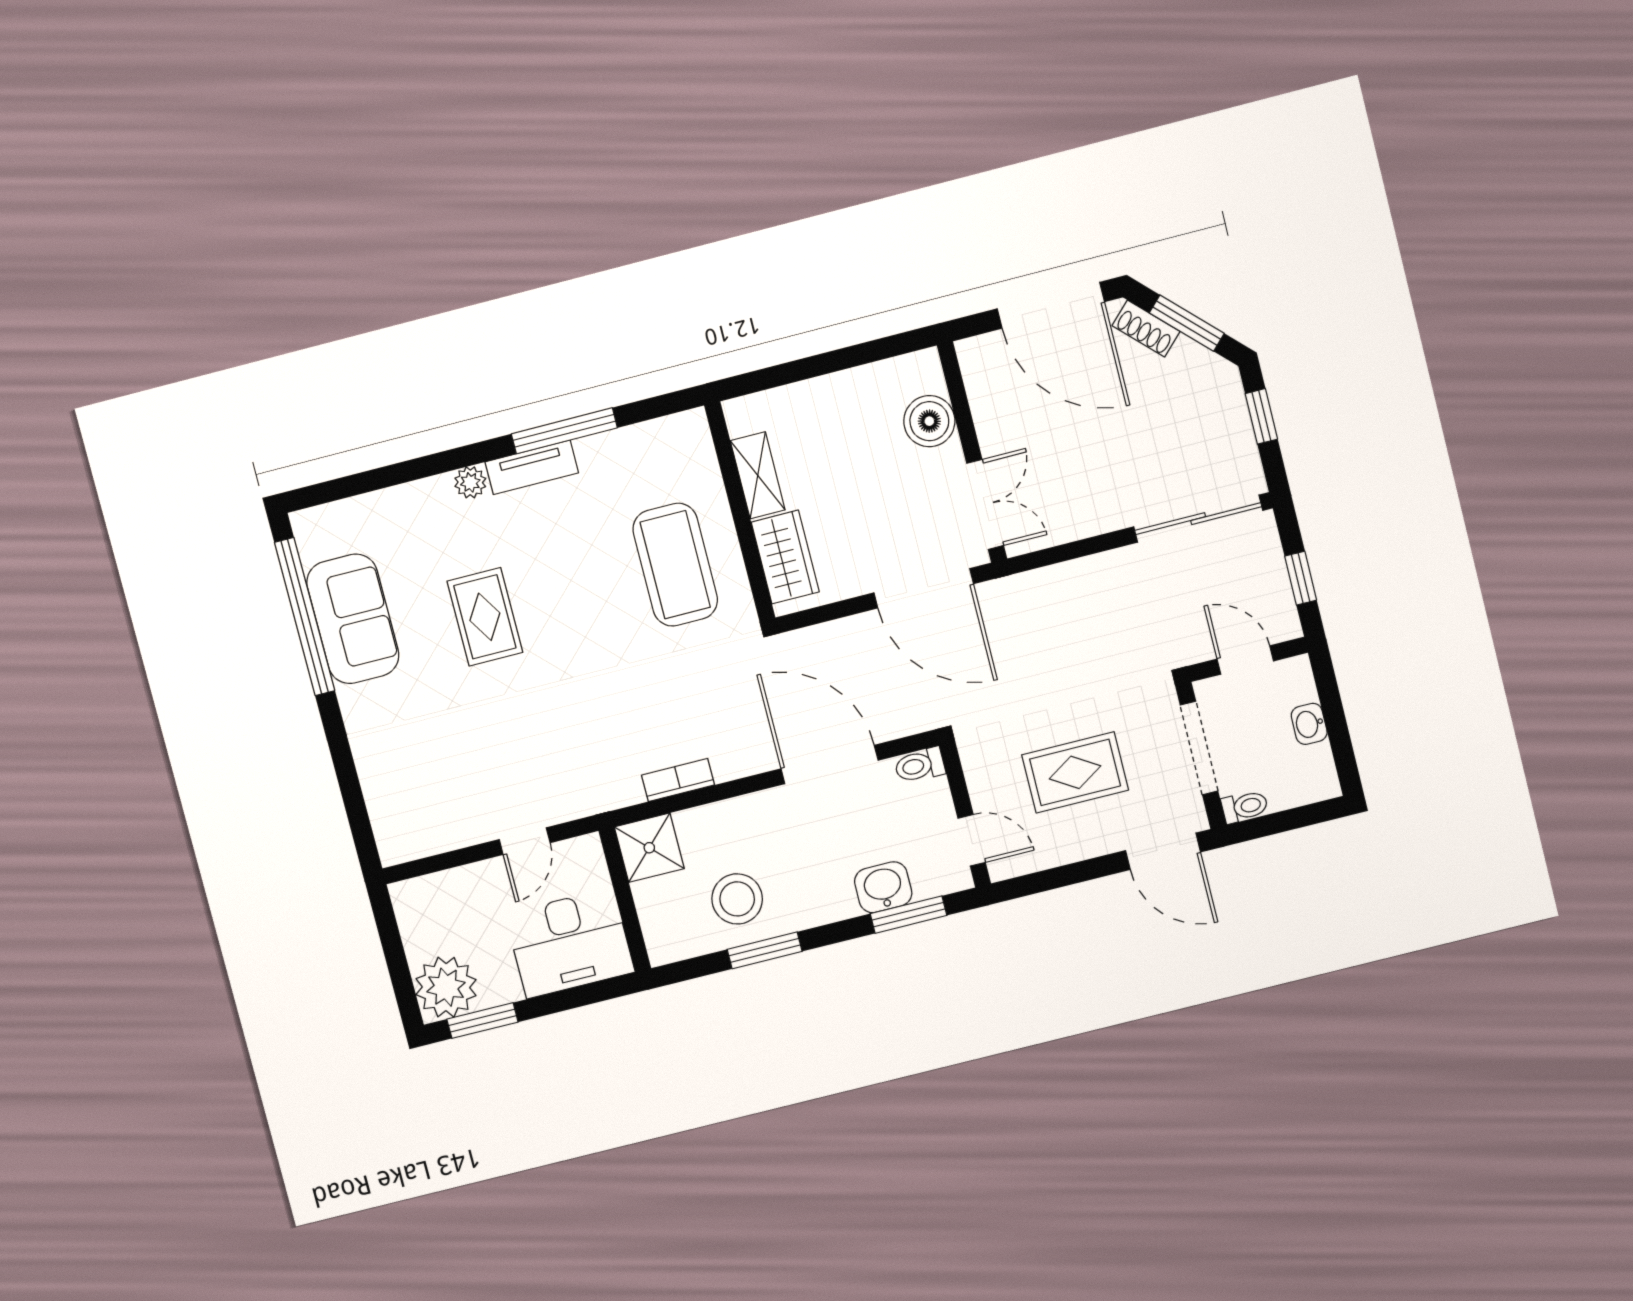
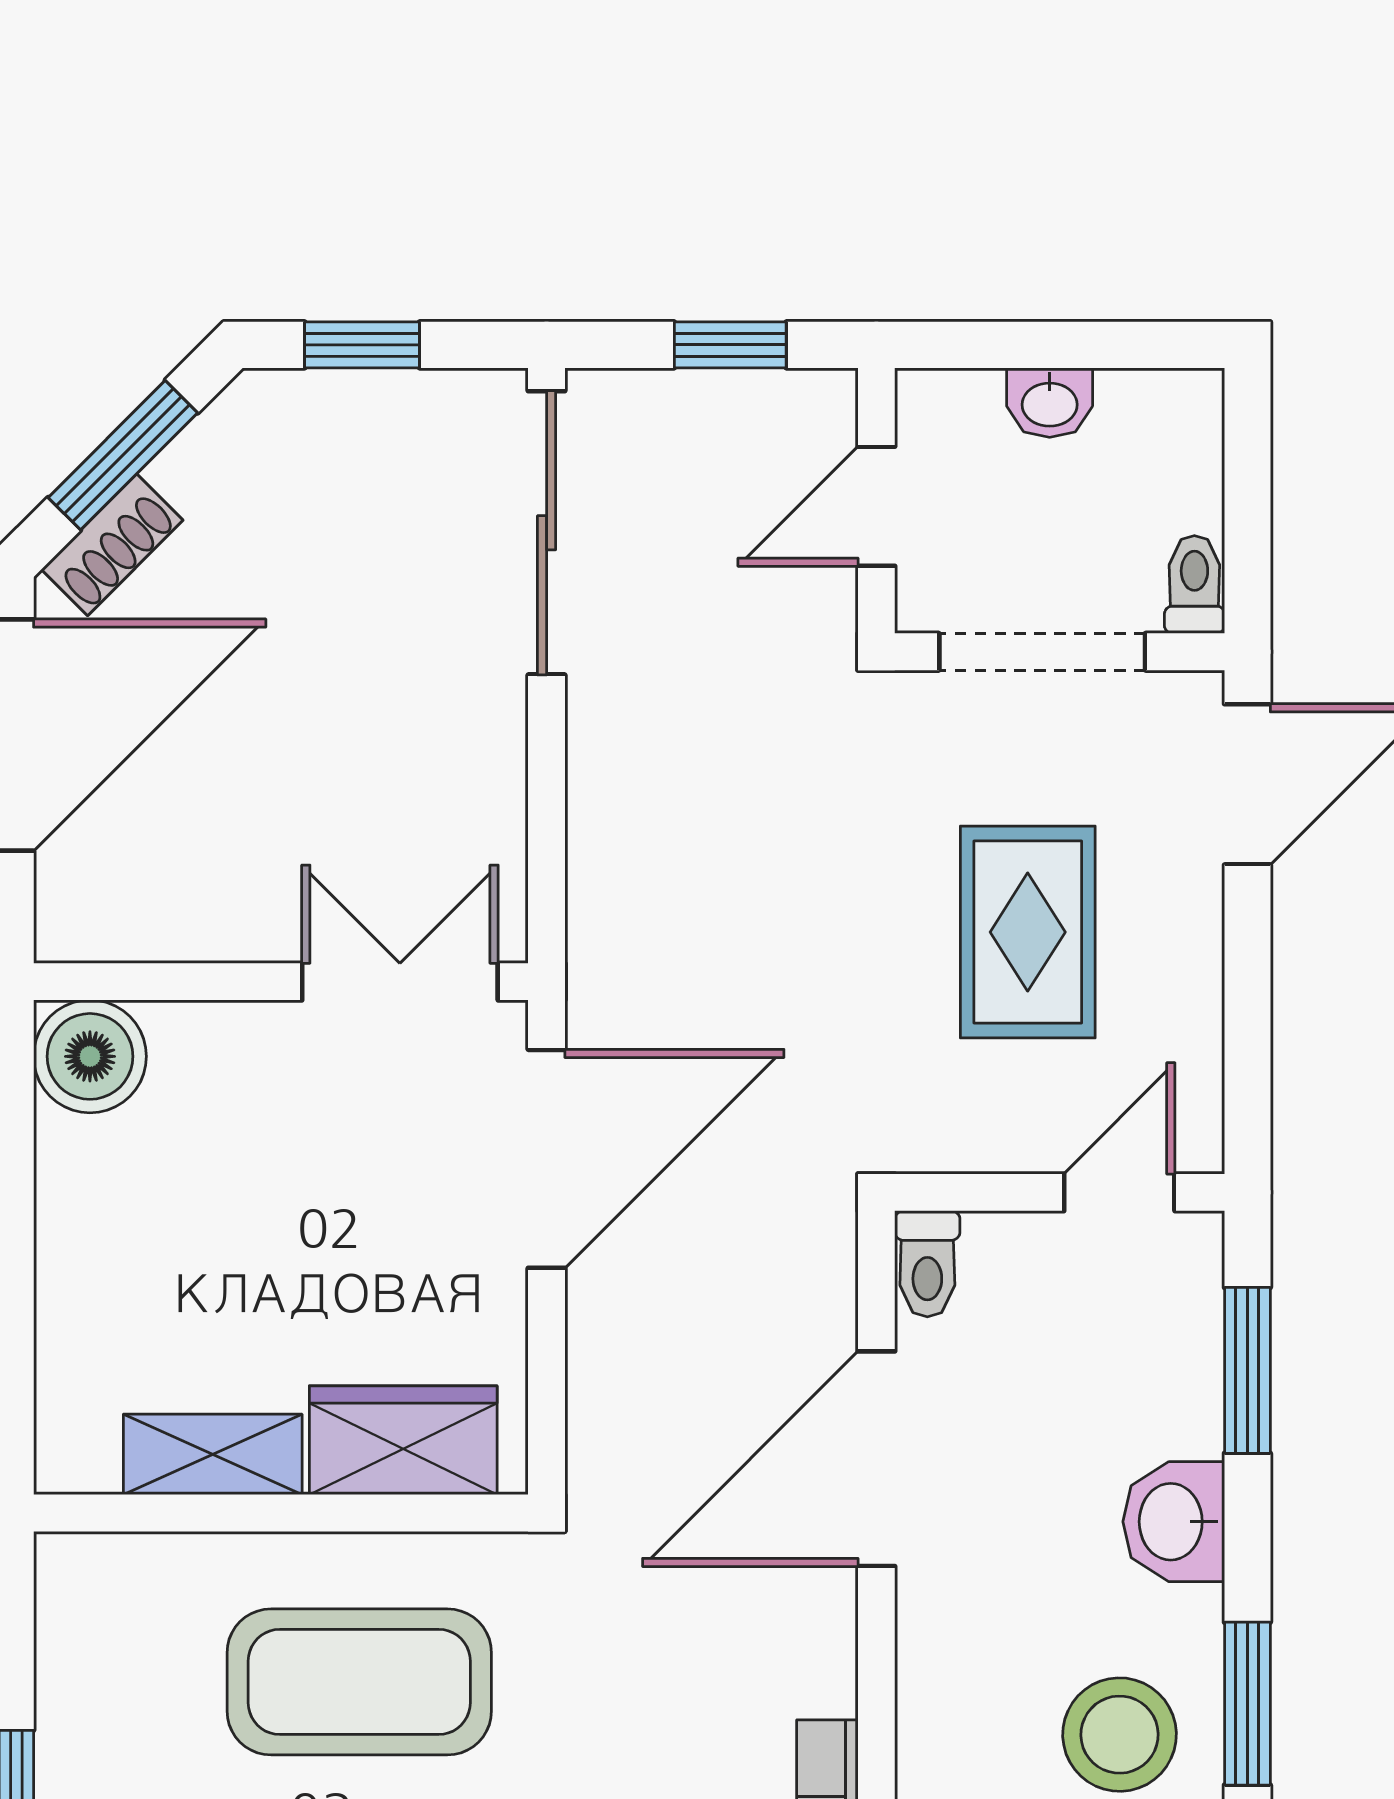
boiler: (929, 421) -> (90, 1056), moved
washbasin: (883, 887) -> (1174, 1522), moved

